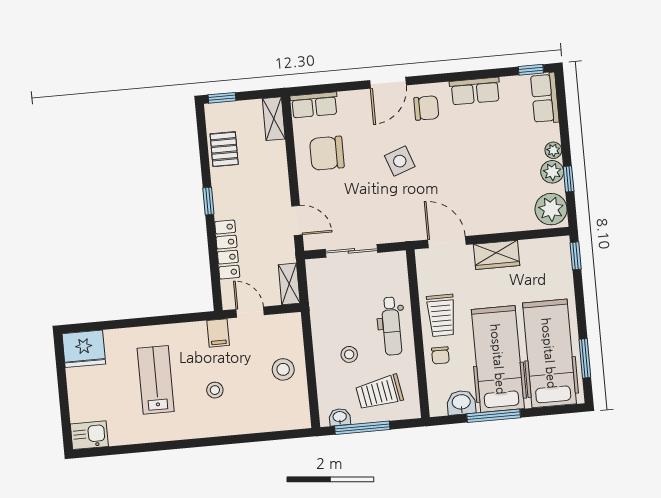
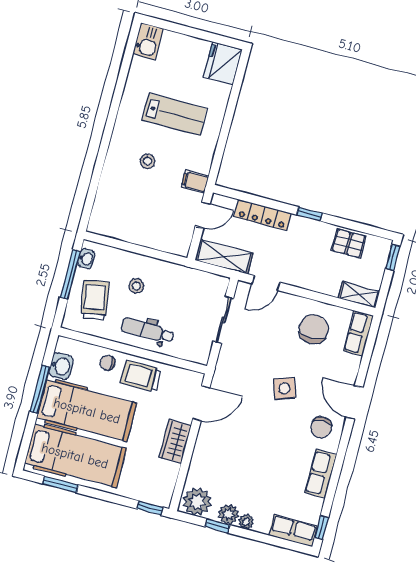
shelving: (289, 284) -> (224, 257), width x1.50, depth x1.33
stool: (283, 369) -> (144, 225), removed

